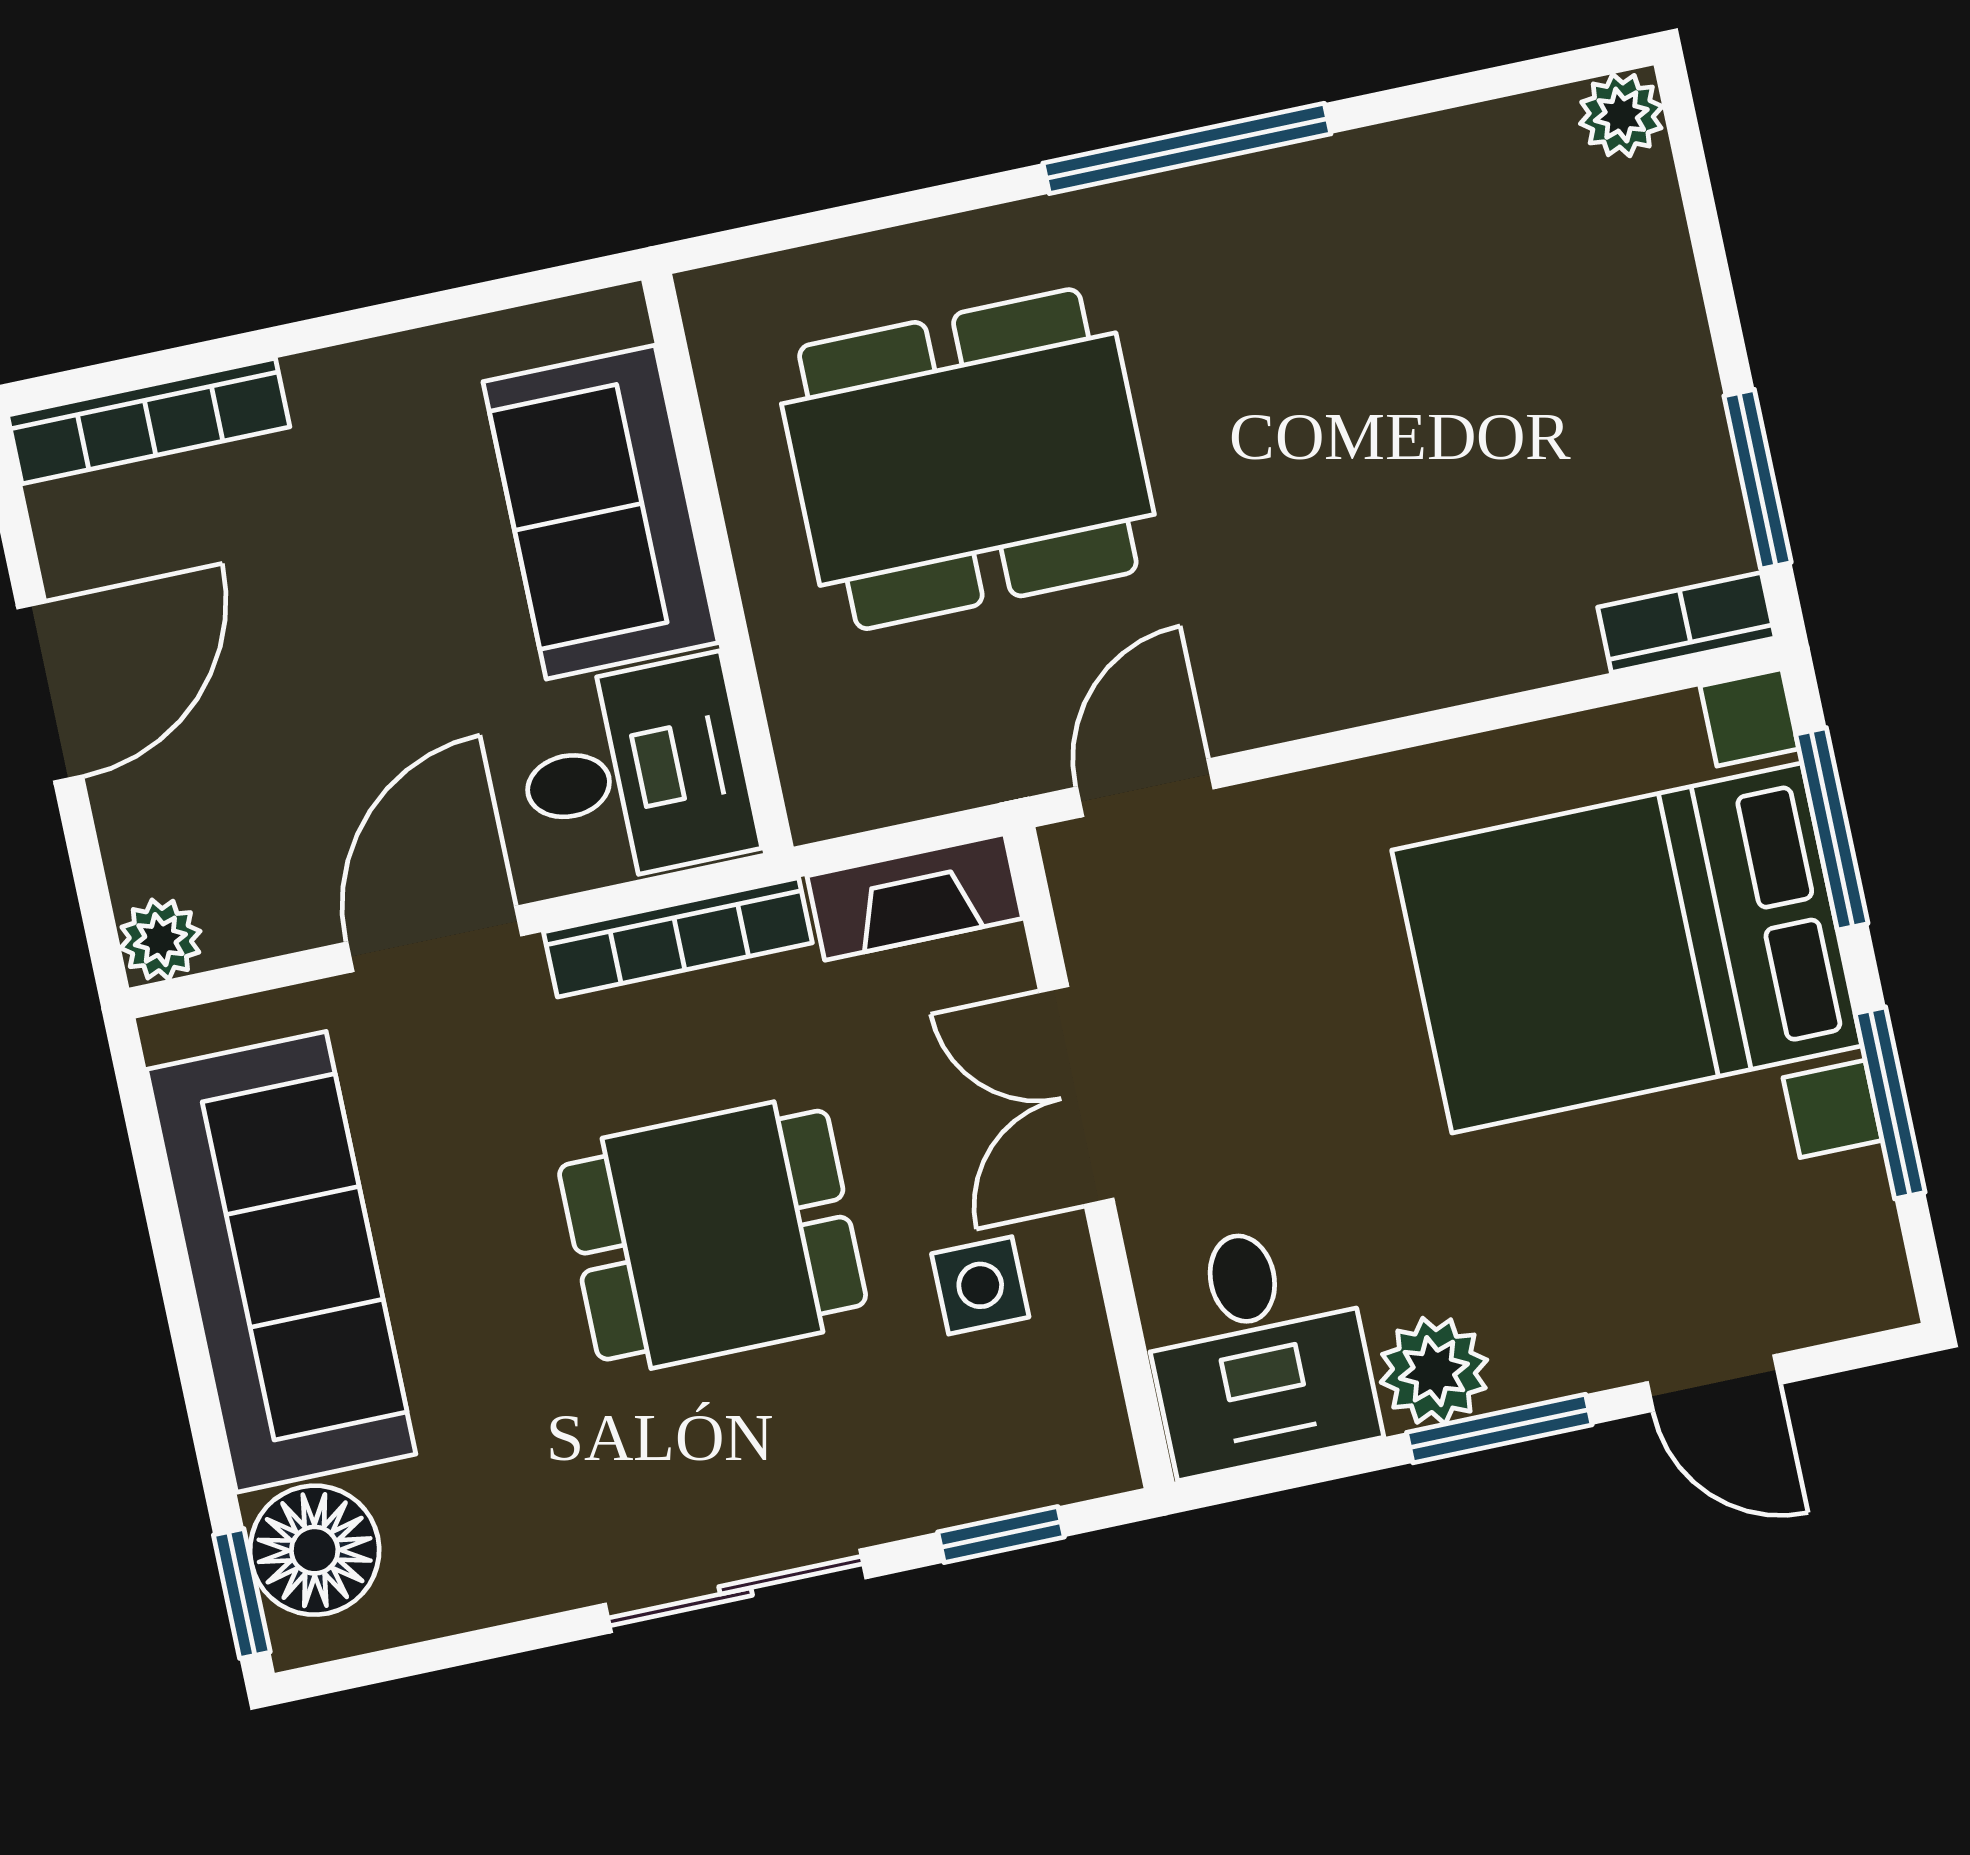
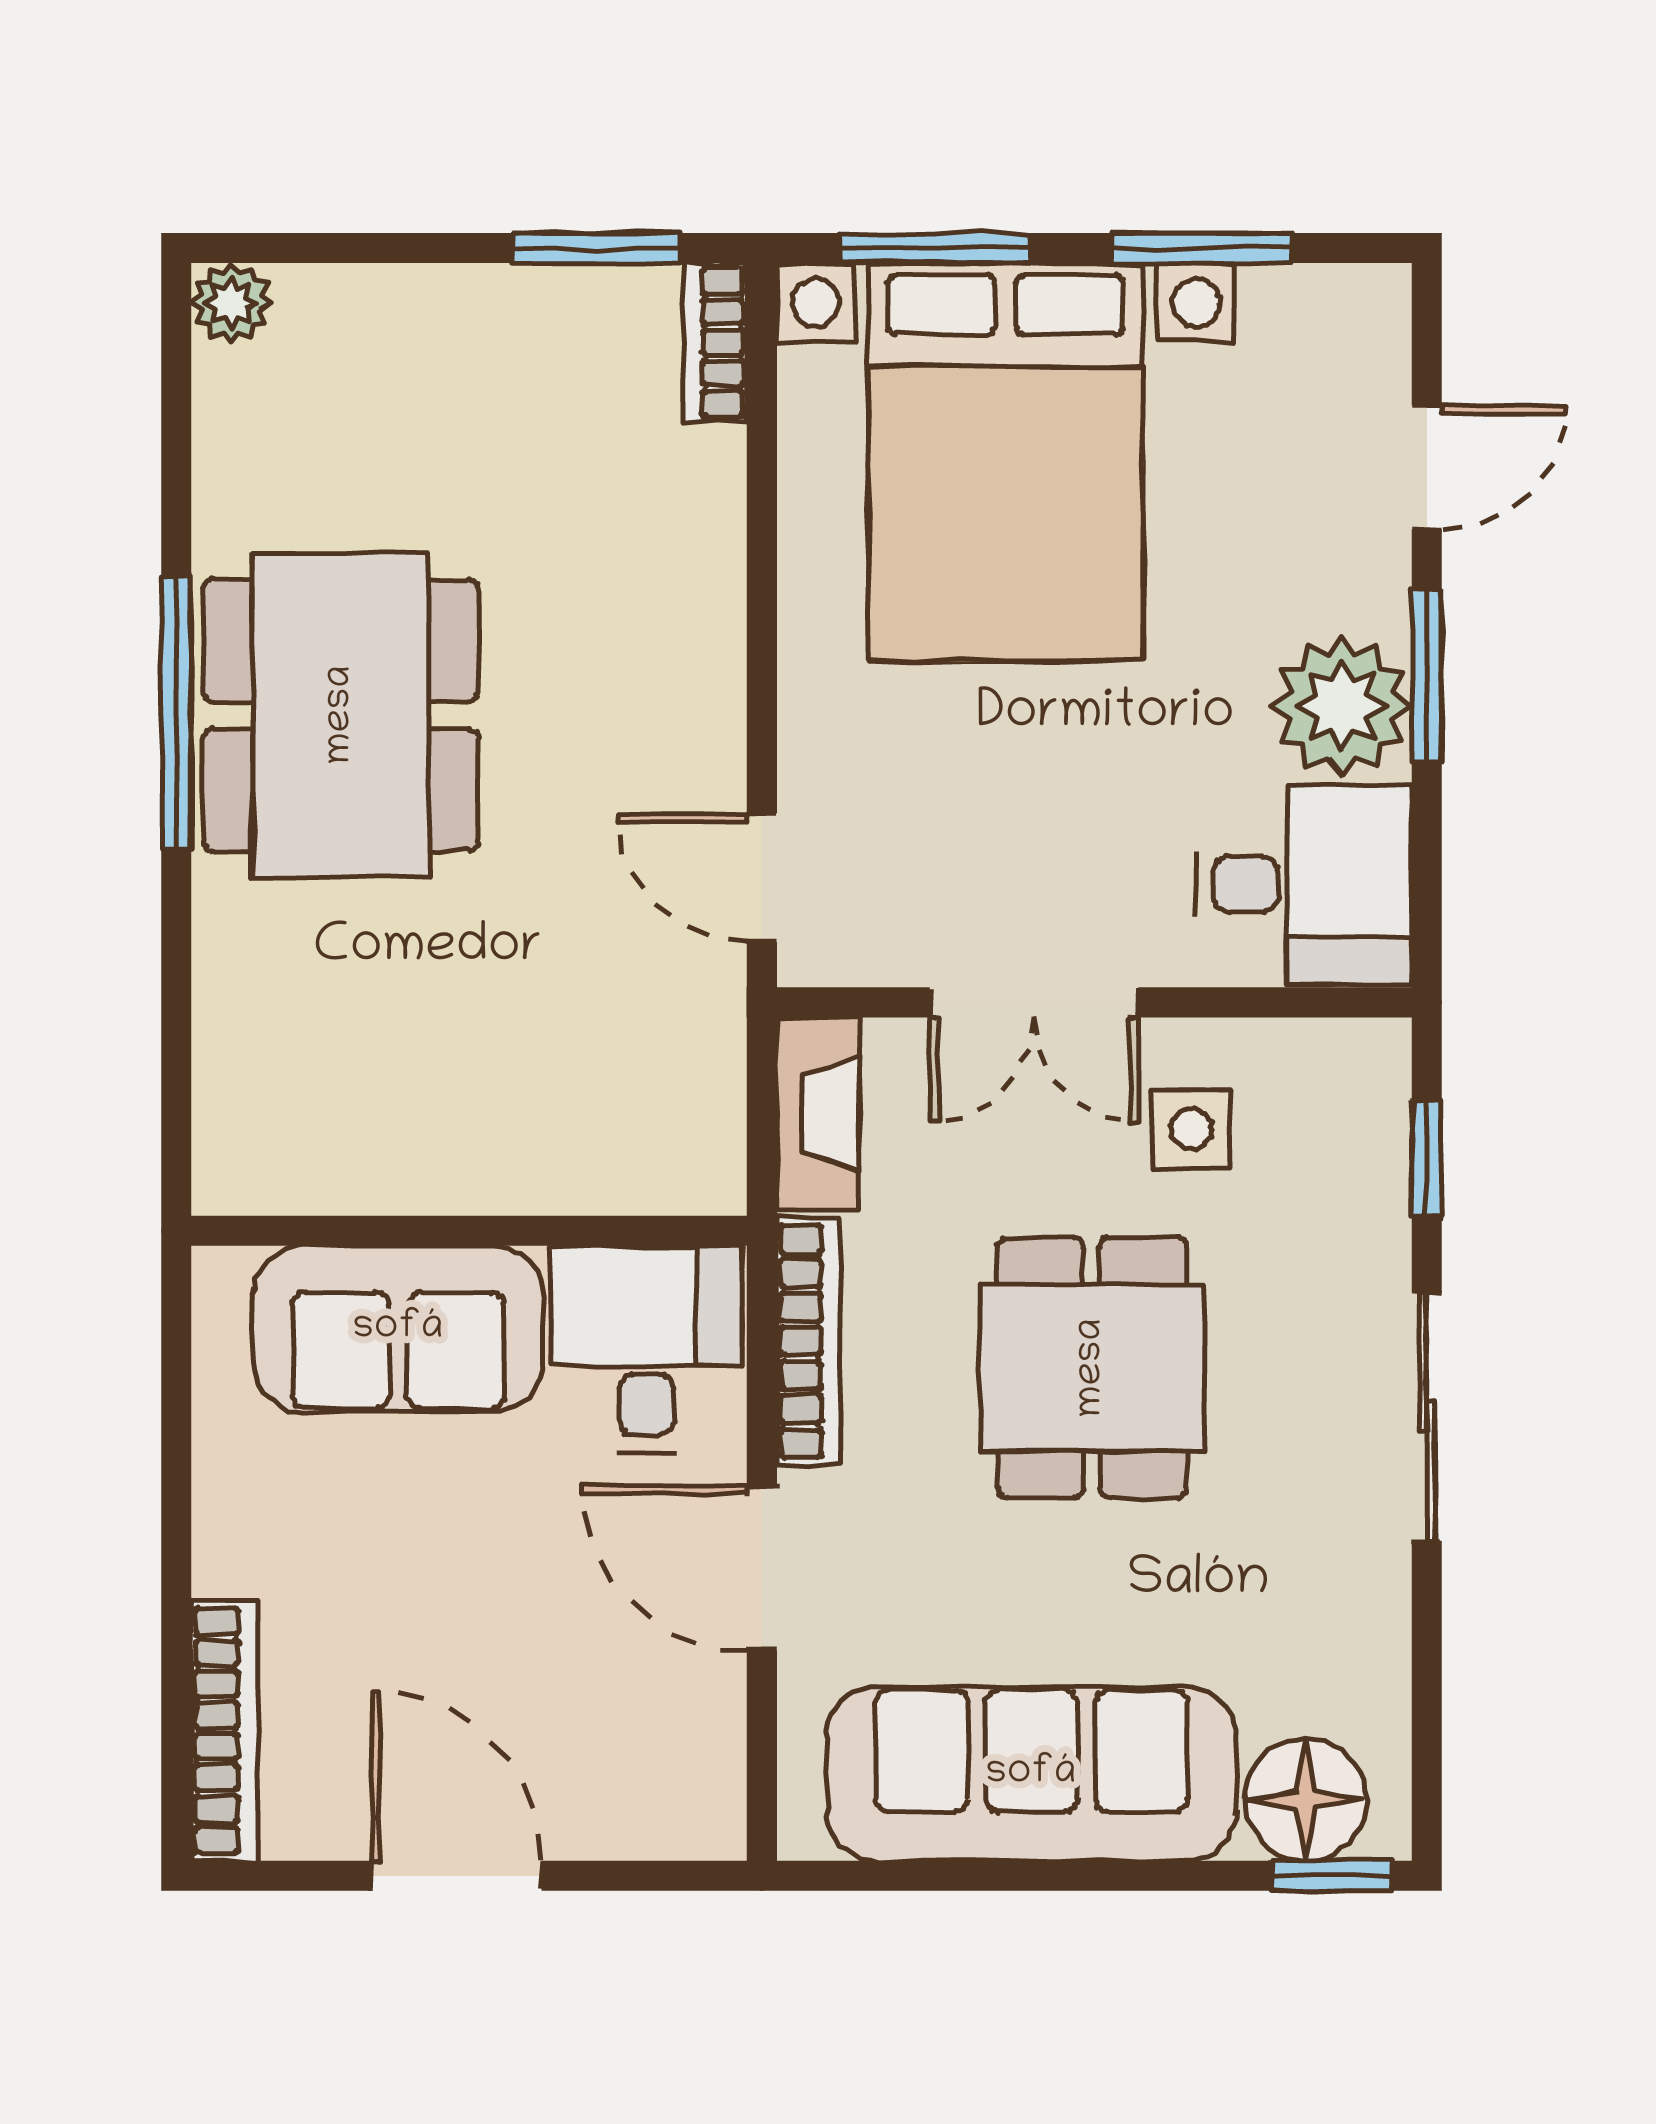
dining table: (968, 459) -> (341, 715), moved
plant: (160, 940) -> (708, 1822), removed
plant: (1434, 1371) -> (1342, 706), width x1.36, depth x1.36

